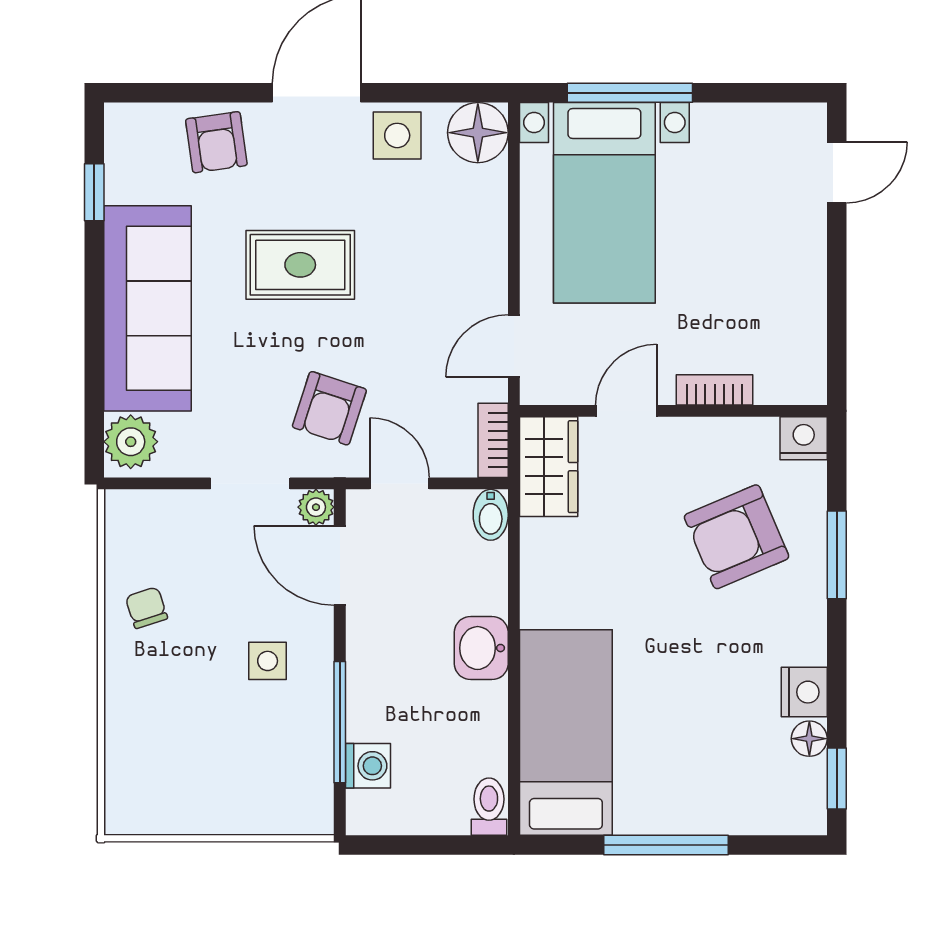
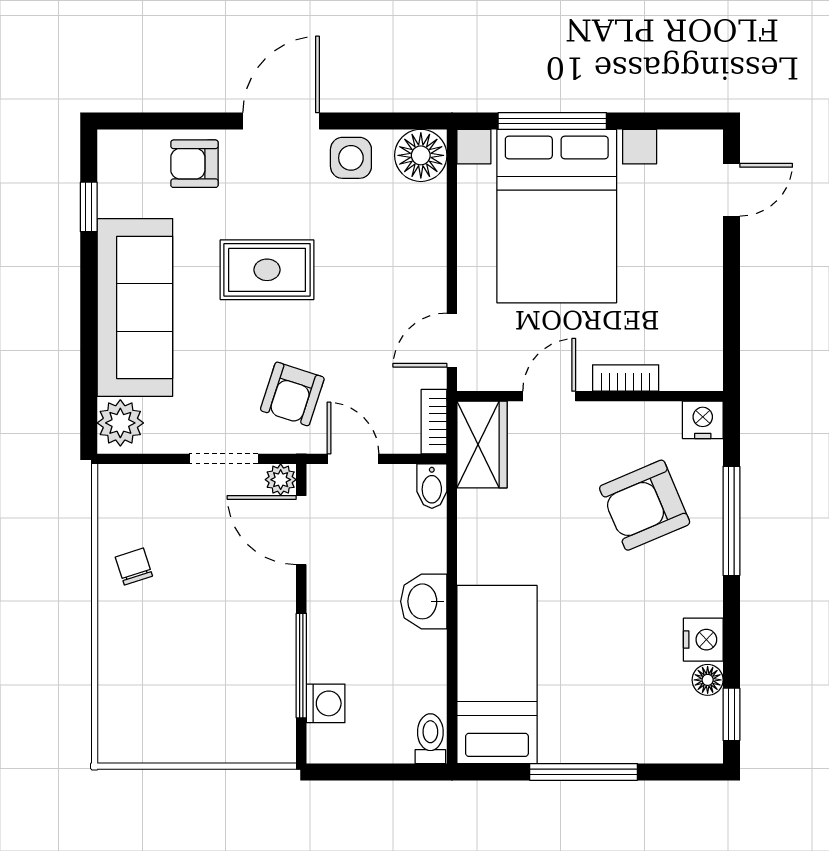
armchair: (216, 142) -> (194, 164), turned 98
bed with nightstands: (604, 203) -> (557, 216), width x1.36
window: (837, 555) -> (731, 521), width x1.44
side table: (268, 661) -> (239, 613), removed

